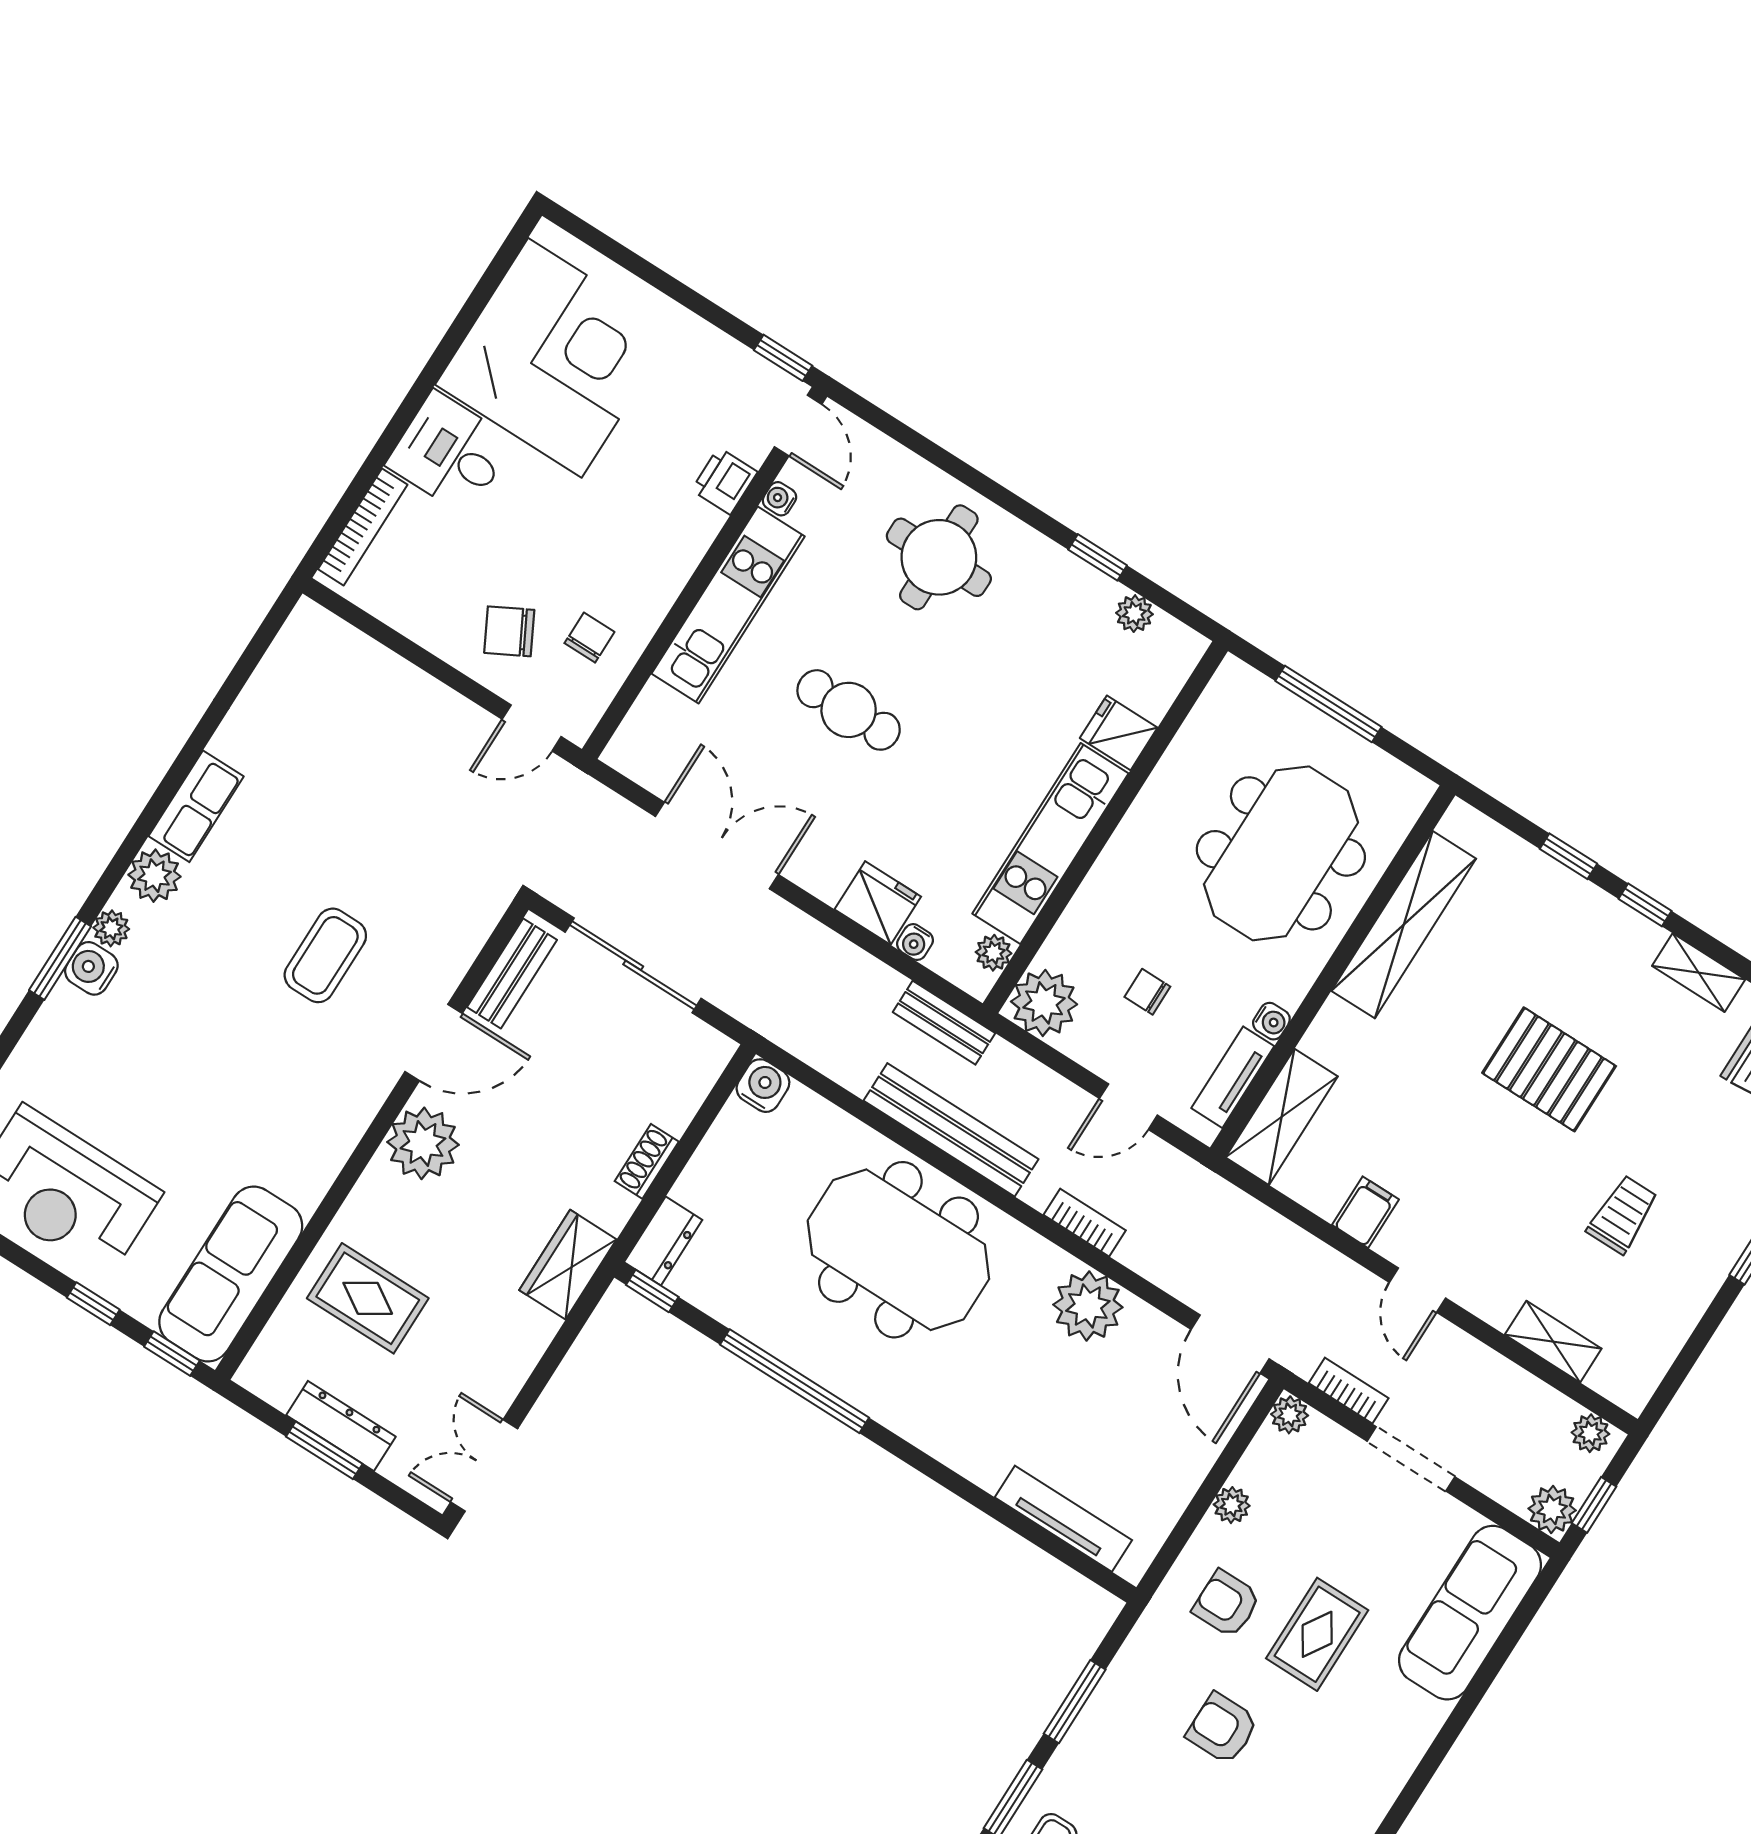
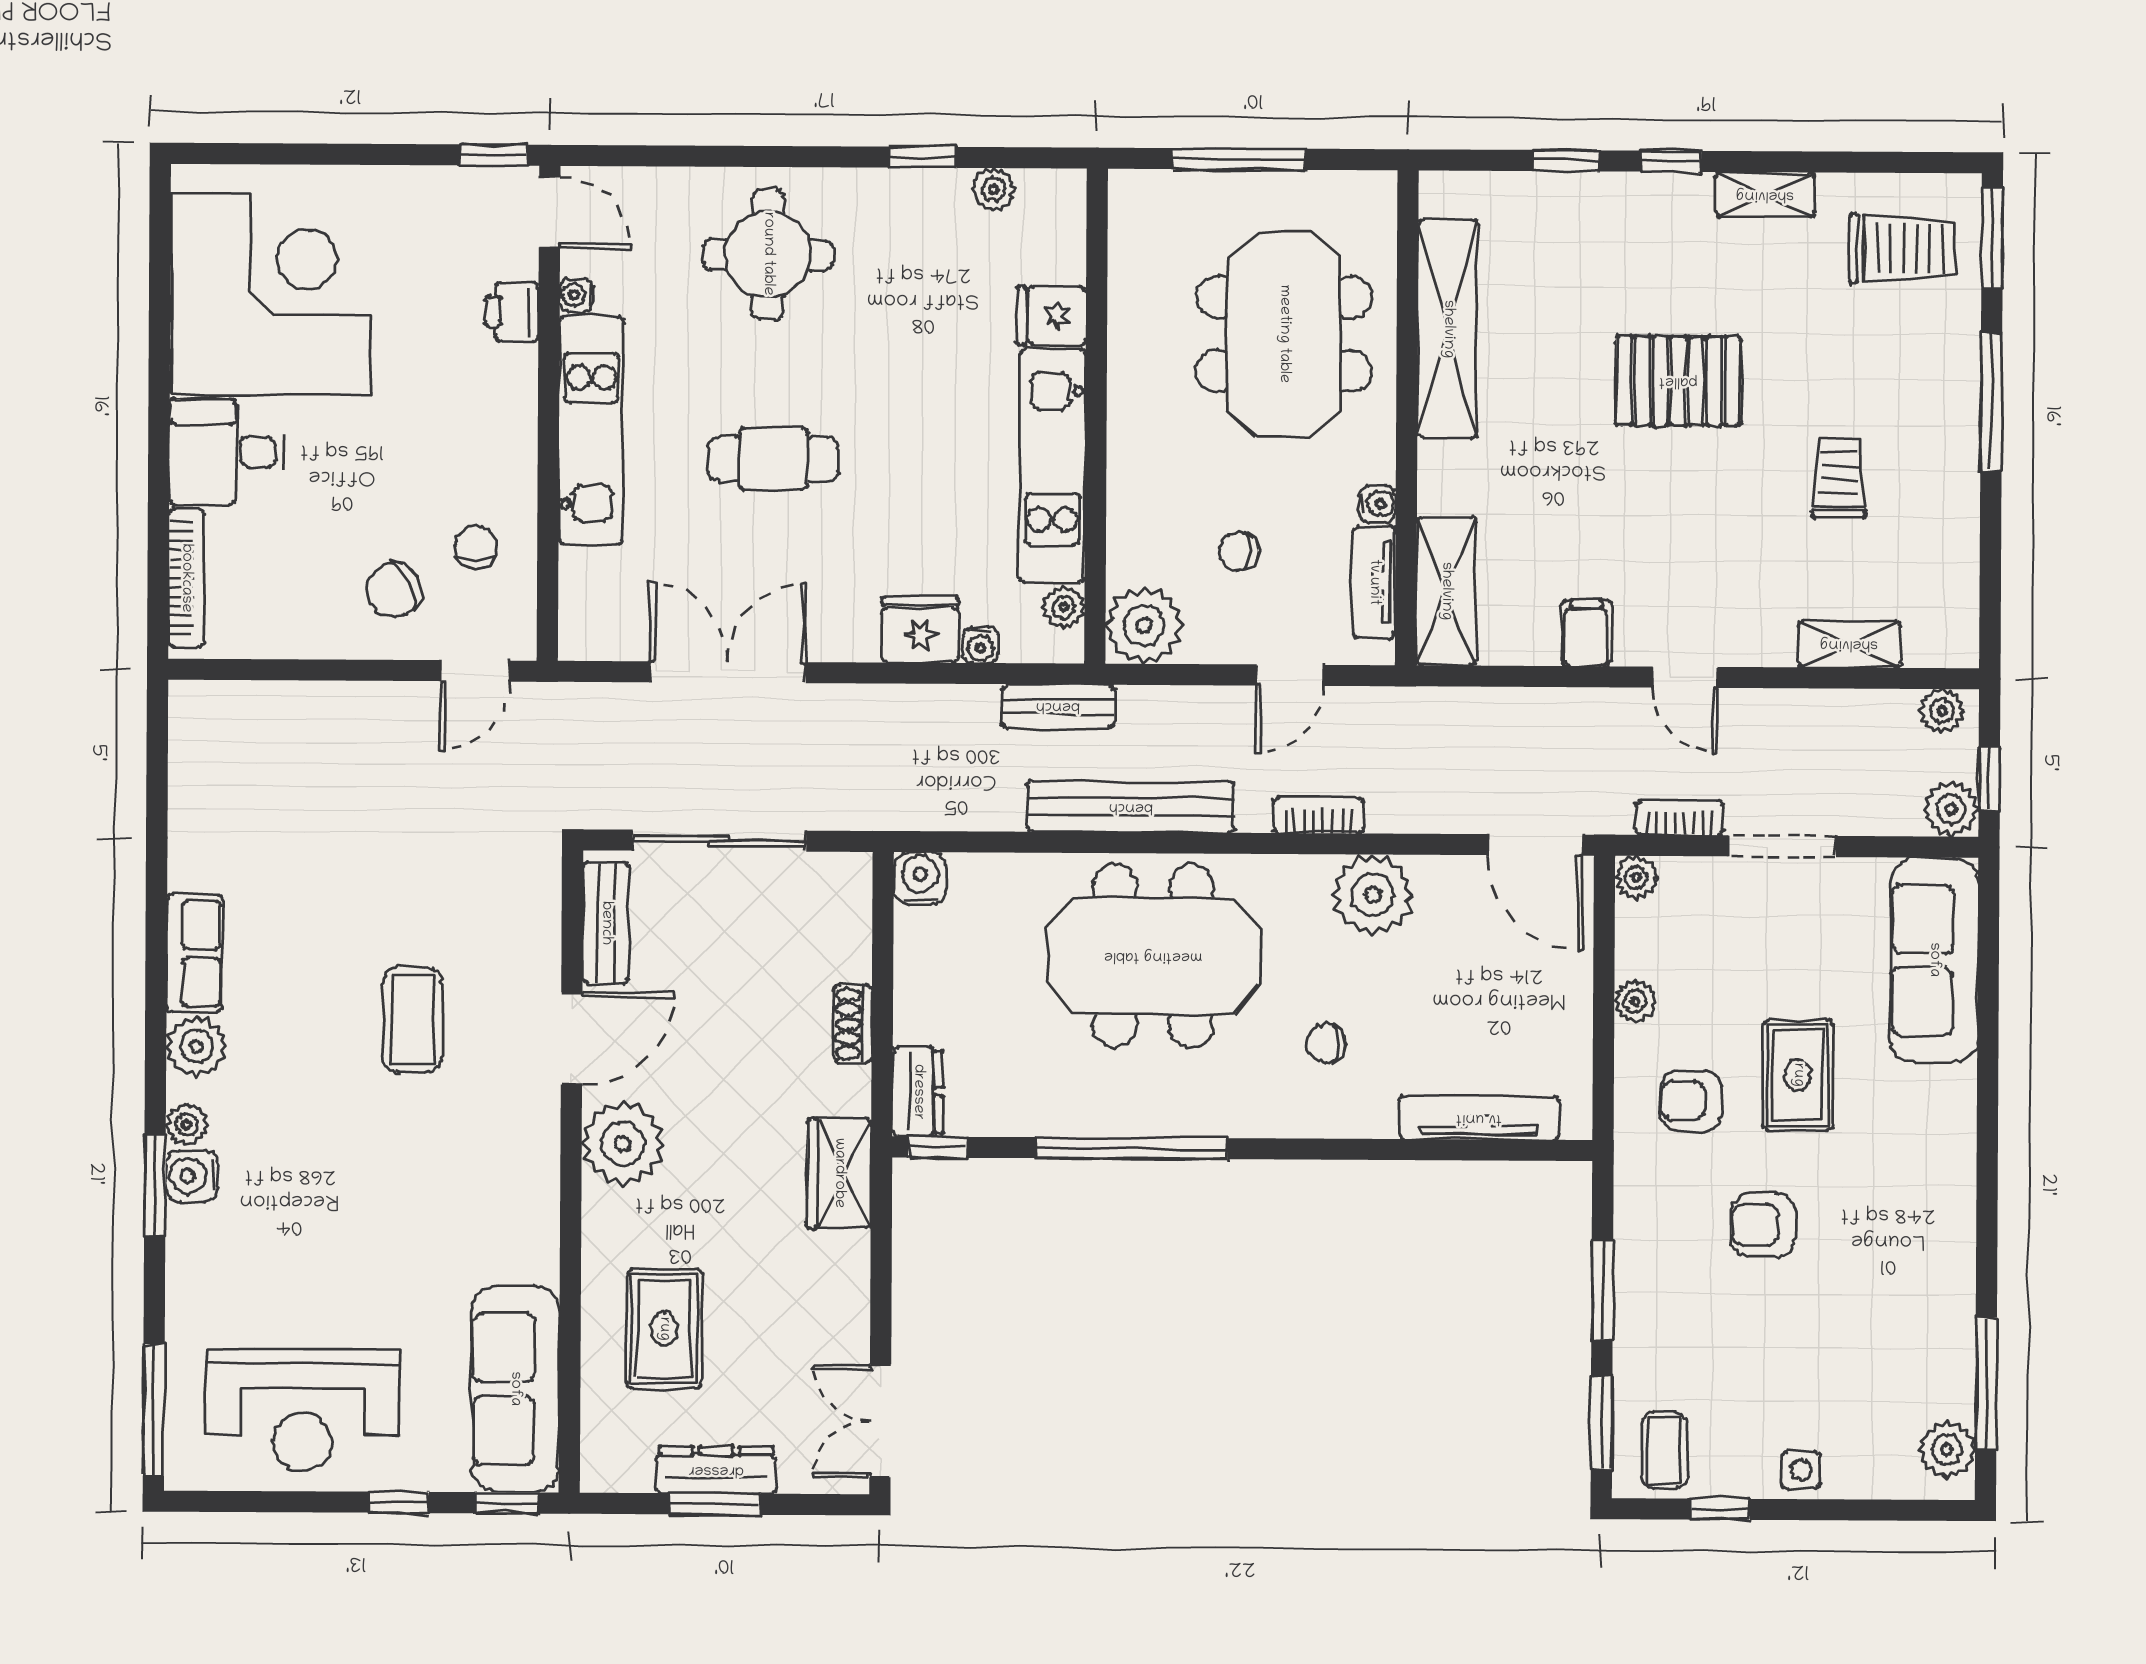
rug: (368, 1298) -> (664, 1329), turned 90
chair: (986, 1394) -> (1326, 1043), added

